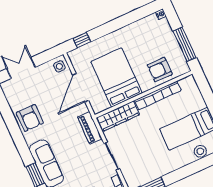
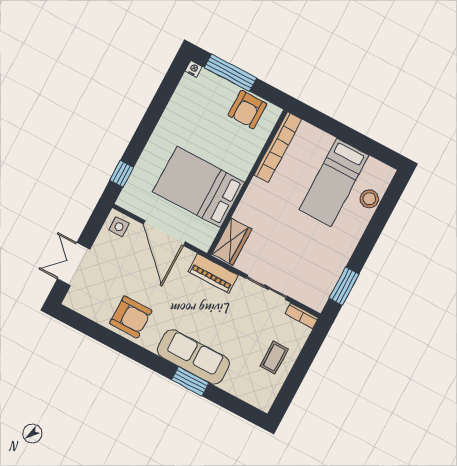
window: (185, 44) -> (230, 73), moved
armchair: (160, 70) -> (247, 110), moved
bookcase: (158, 95) -> (278, 147), moved
wardrobe: (118, 116) -> (232, 242), width x0.67

